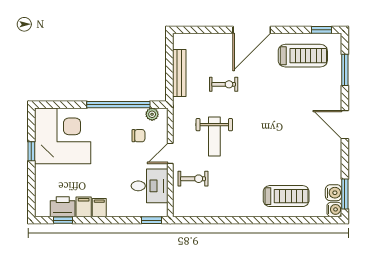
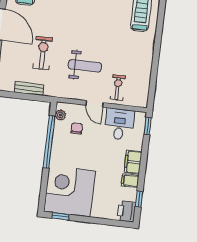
bench: (179, 73) -> (29, 89), width x0.73
exercise bike: (224, 84) -> (43, 53), width x1.38, depth x1.39
window: (31, 151) -> (60, 216), moved
printer: (63, 207) -> (126, 211), moved
filing cabinet: (99, 208) -> (133, 162), width x2.00

